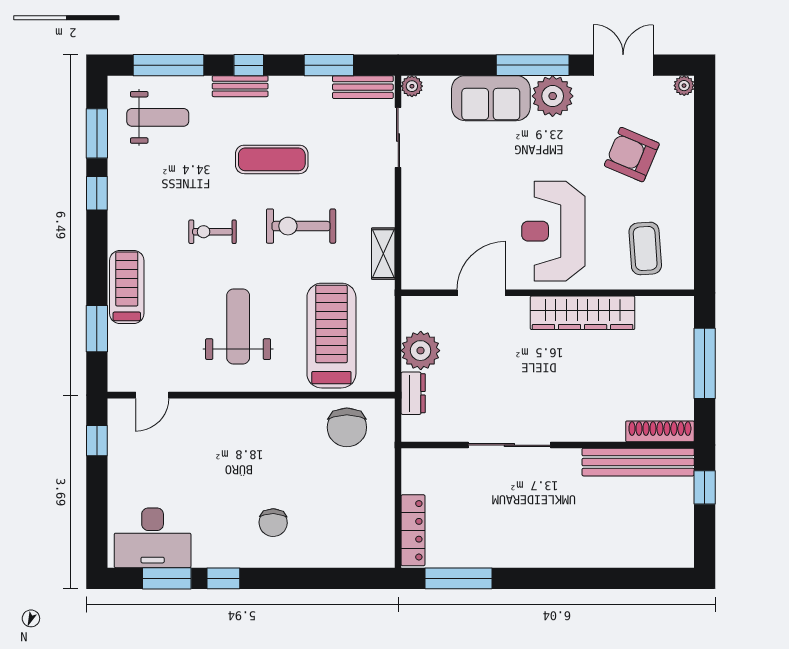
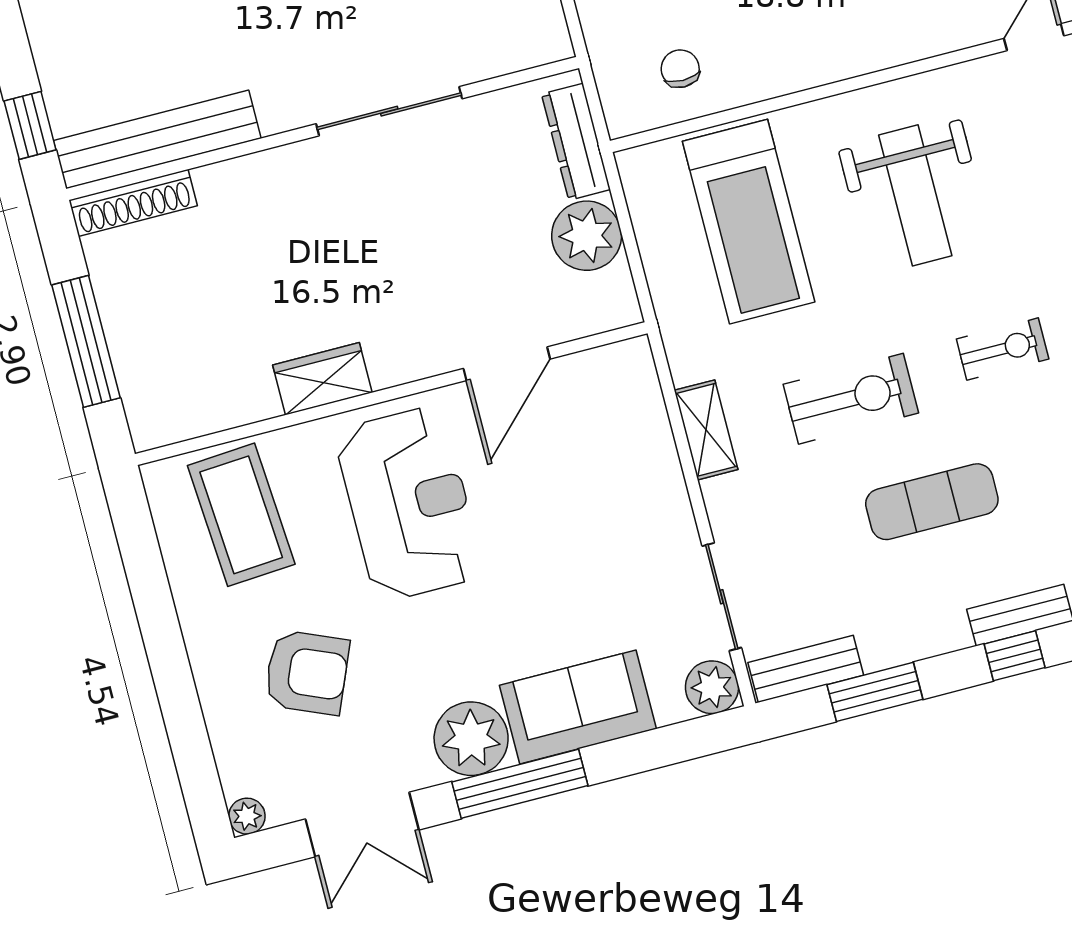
plant: (412, 86) -> (712, 687), width x1.38, depth x1.38
coffee table: (645, 248) -> (241, 515), width x1.36, depth x1.32
shelving: (383, 254) -> (706, 430), moved
wardrobe: (583, 313) -> (322, 379), width x0.48, depth x0.85
dresser: (413, 393) -> (576, 142), width x1.44
chair: (347, 427) -> (680, 69), width x0.54, depth x0.54

